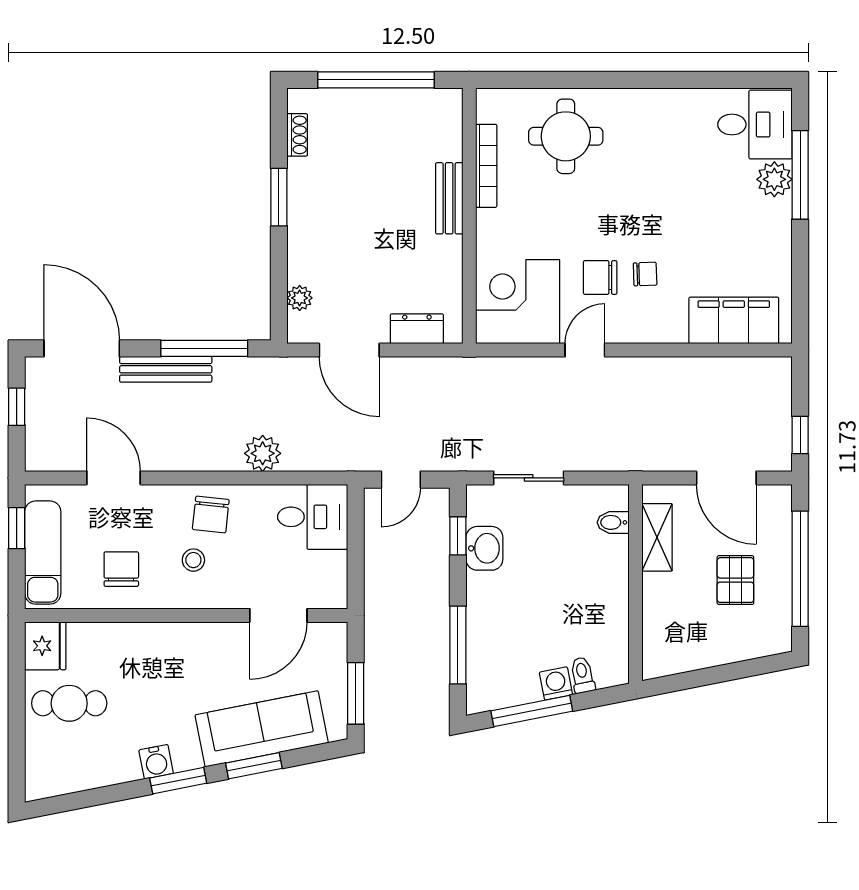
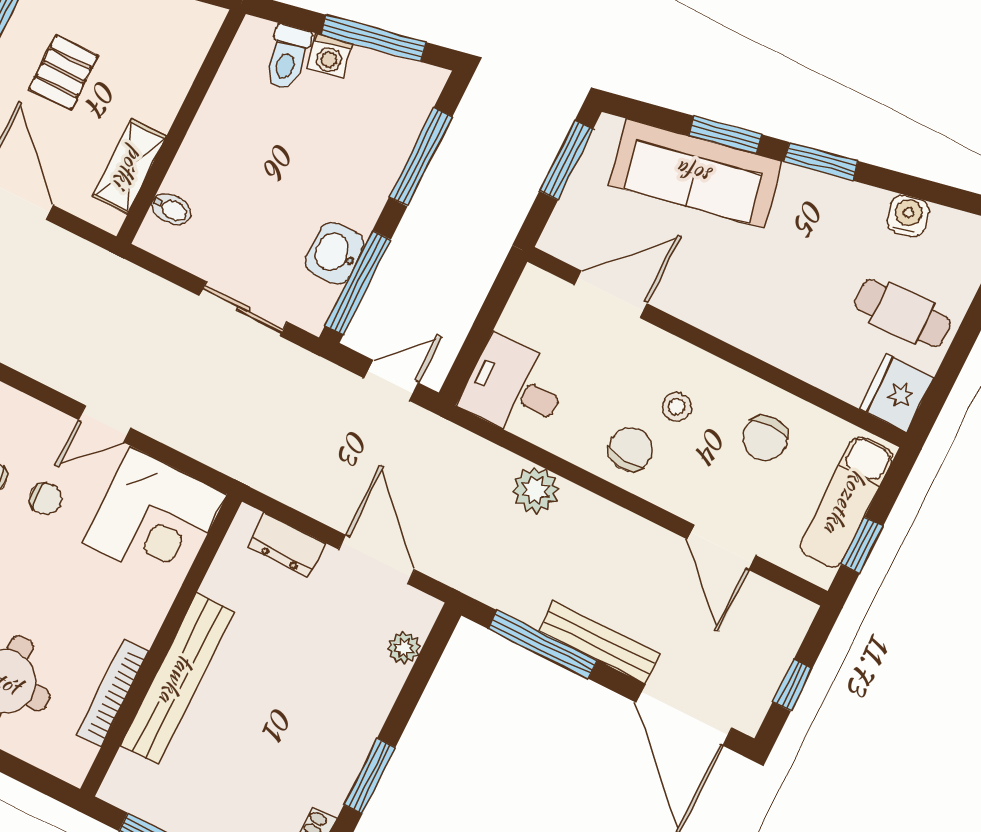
bench: (449, 198) -> (177, 679), width x1.86, depth x1.21
chair: (600, 277) -> (46, 499), width x0.73, depth x0.73
window: (458, 536) -> (358, 283), width x2.17
toilet: (582, 675) -> (287, 58), width x1.37, depth x1.39
water cooler: (156, 762) -> (908, 216), moved

